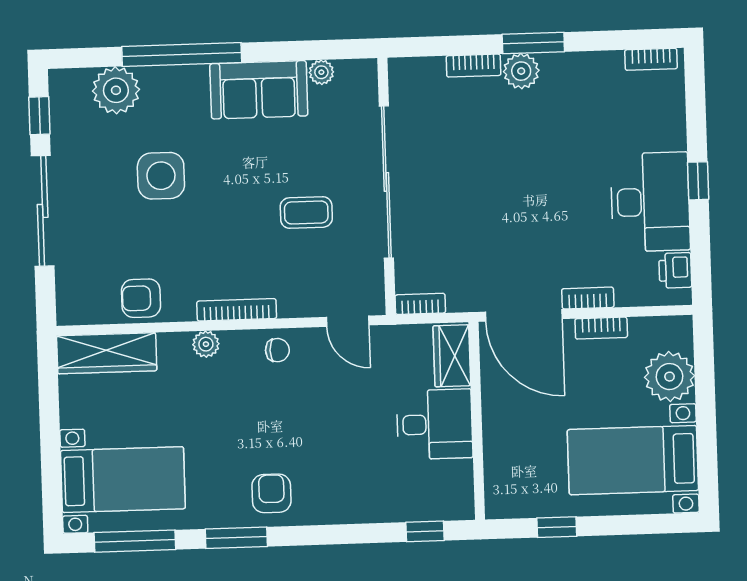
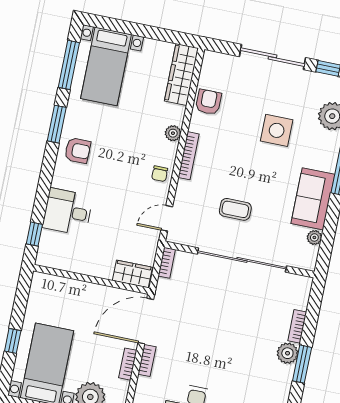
coffee table: (306, 212) -> (235, 209), turned 90
desk: (435, 424) -> (68, 212), moved, turned 90
window: (557, 527) -> (13, 341), moved

